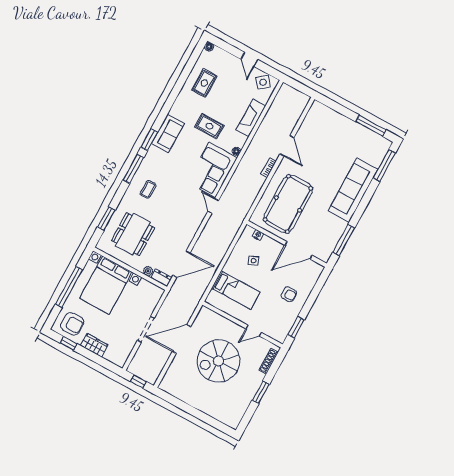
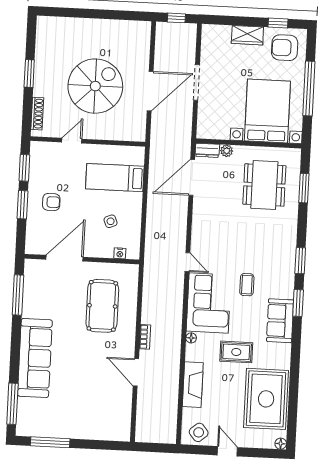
rug: (204, 83) -> (266, 399), width x1.86, depth x2.06
window: (133, 169) -> (300, 261), width x0.69
coffee table: (148, 189) -> (247, 285), moved
pool table: (288, 204) -> (102, 306), width x0.73, depth x0.76
armchair: (289, 294) -> (51, 202), turned 180
window: (310, 302) -> (23, 205), added

